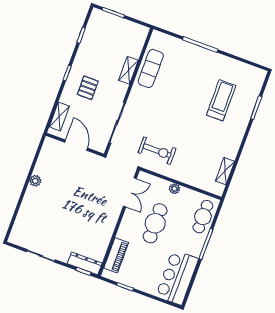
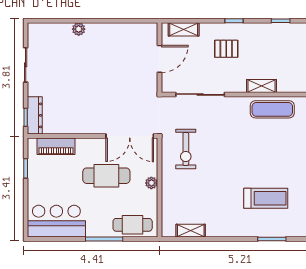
plant: (35, 181) -> (79, 29), moved
double door: (130, 192) -> (130, 136), width x1.37

